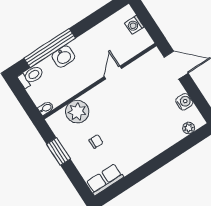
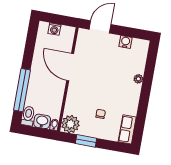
washbasin: (63, 56) -> (42, 121), moved, turned -90
door: (113, 73) -> (70, 67), width x1.87
plant: (77, 112) -> (70, 124), moved
plant: (189, 128) -> (138, 79), moved

